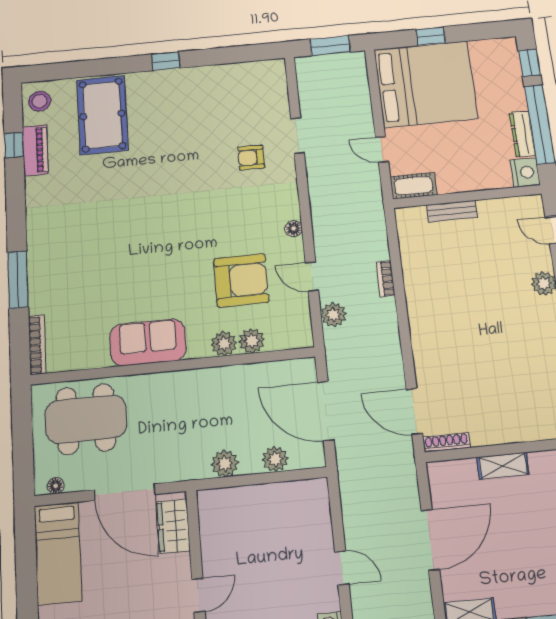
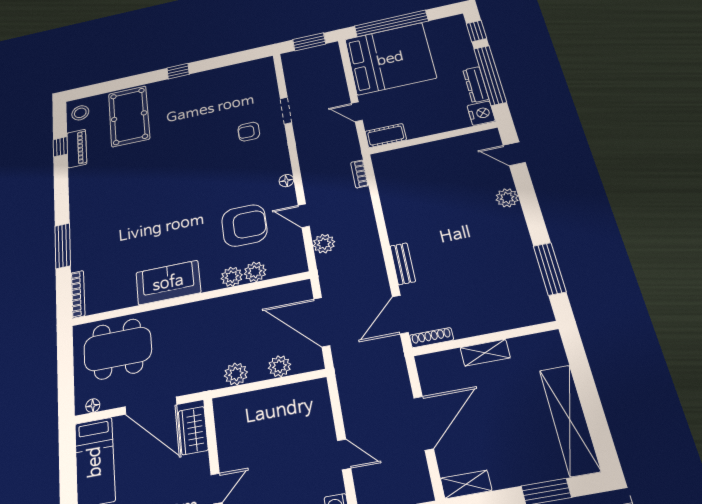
window: (431, 36) -> (391, 23), width x3.17
bench: (452, 211) -> (403, 264), moved, turned 90
bookcase: (386, 279) -> (360, 174), moved
door: (414, 411) -> (400, 314), hinge flipped

